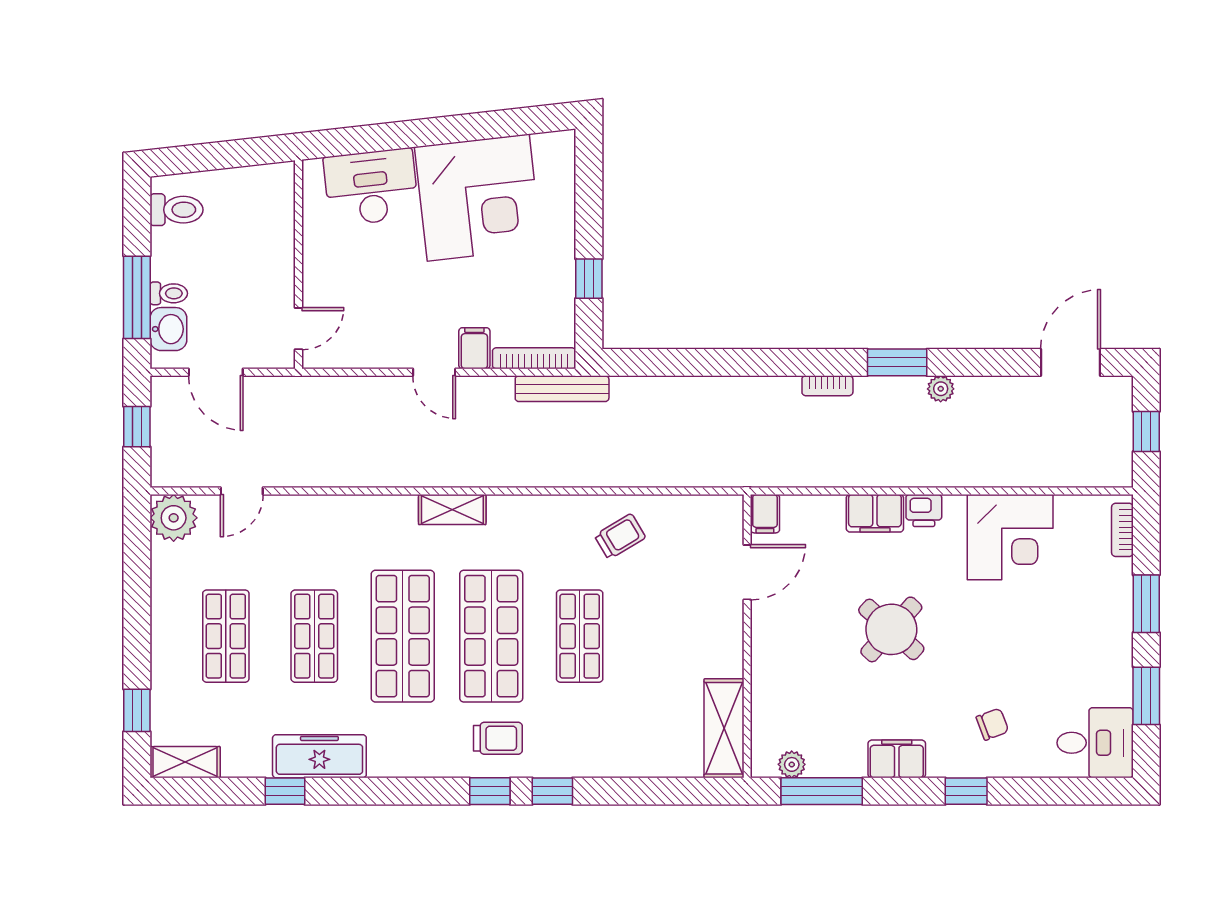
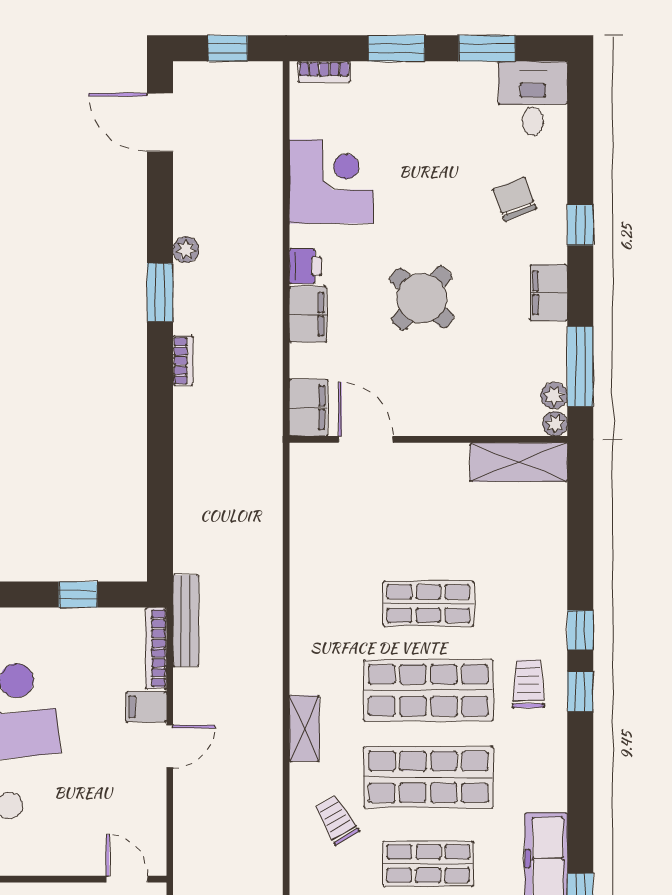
filing cabinet: (765, 514) -> (308, 408), width x2.00
trolley: (620, 536) -> (336, 820), moved
chair: (992, 724) -> (515, 199), width x1.37, depth x1.37
plant: (763, 765) -> (555, 424), added

